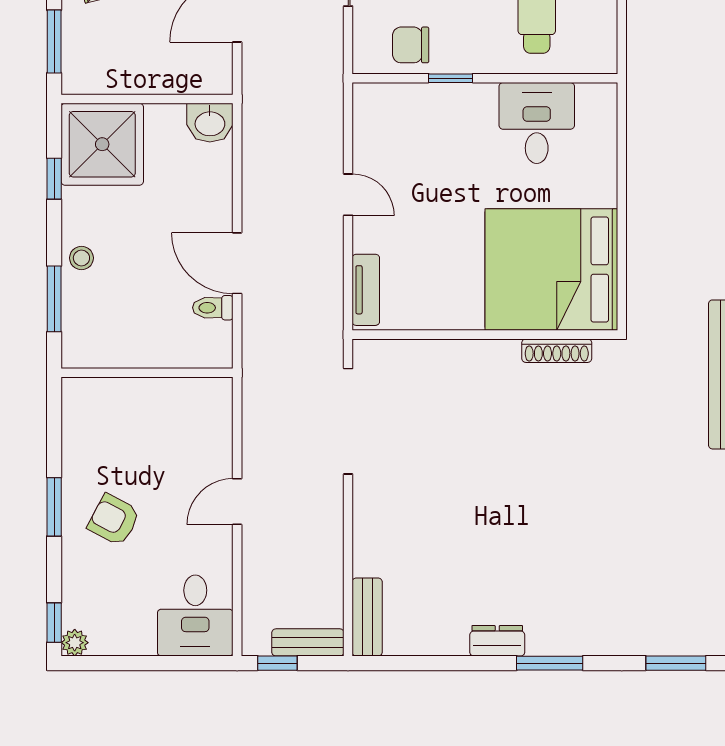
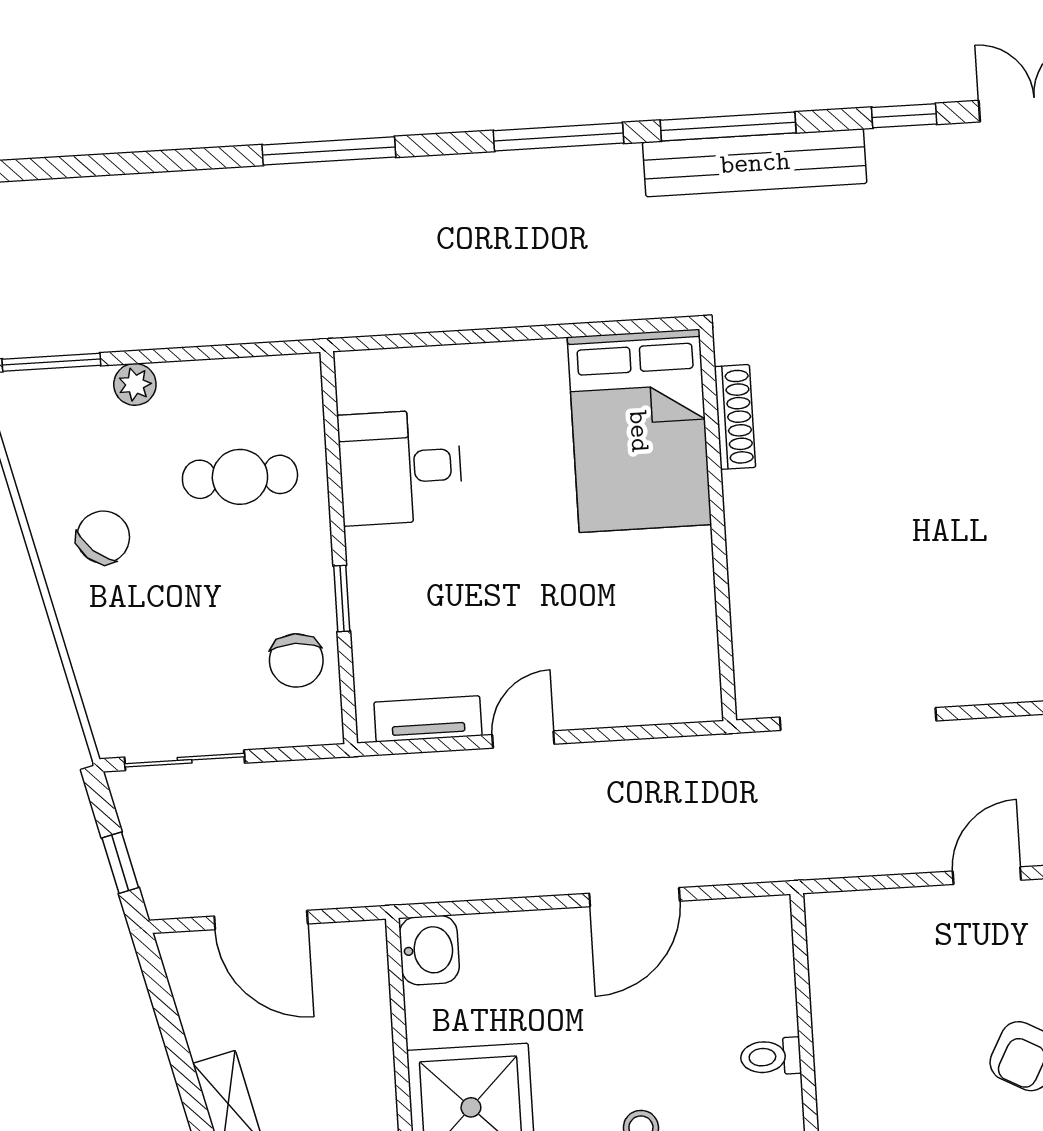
bed: (551, 269) -> (639, 431), width x0.73
tv unit: (366, 290) -> (428, 719), moved
toilet: (213, 308) -> (771, 1057), moved, turned 90
door: (237, 502) -> (987, 876), swing flipped

